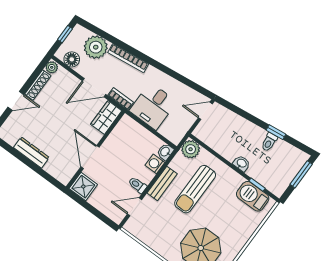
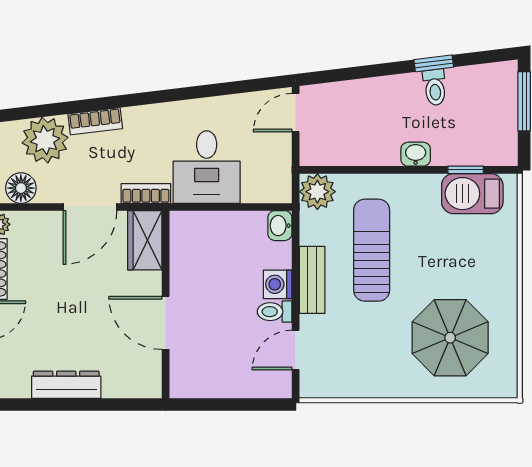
bookcase: (128, 58) -> (95, 121), width x0.64
washing machine: (155, 164) -> (278, 284), moved
shower: (83, 187) -> (190, 378), removed
sun lounger: (195, 189) -> (372, 250), turned 180

